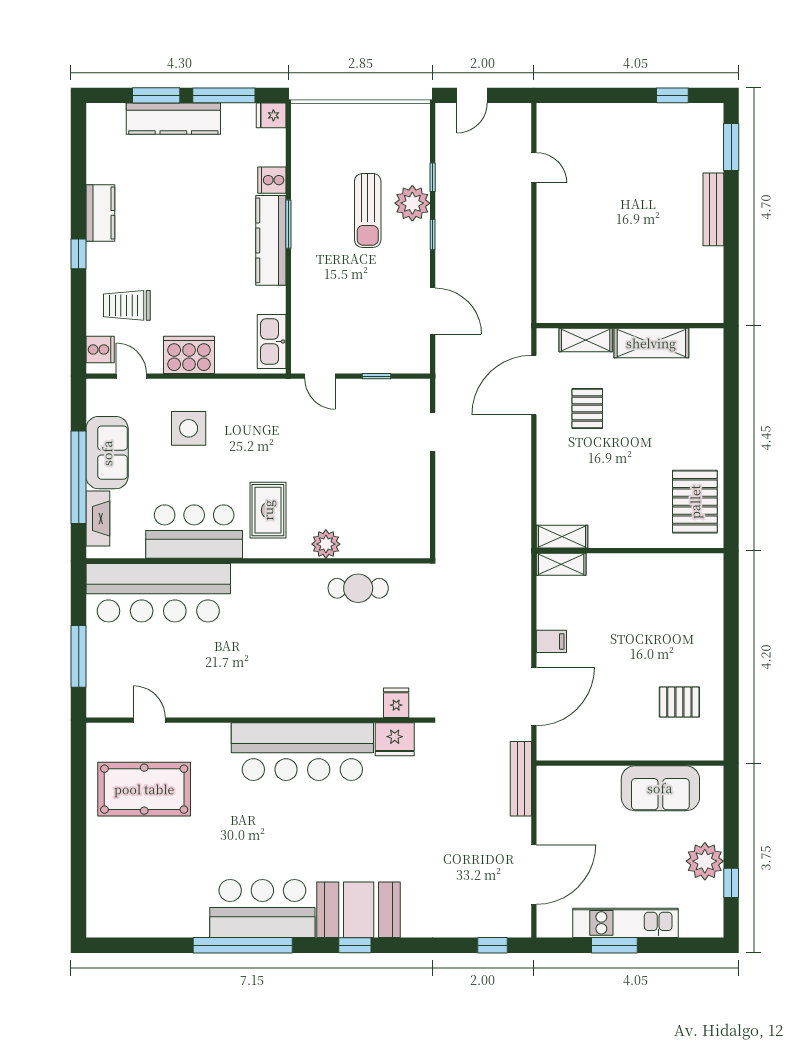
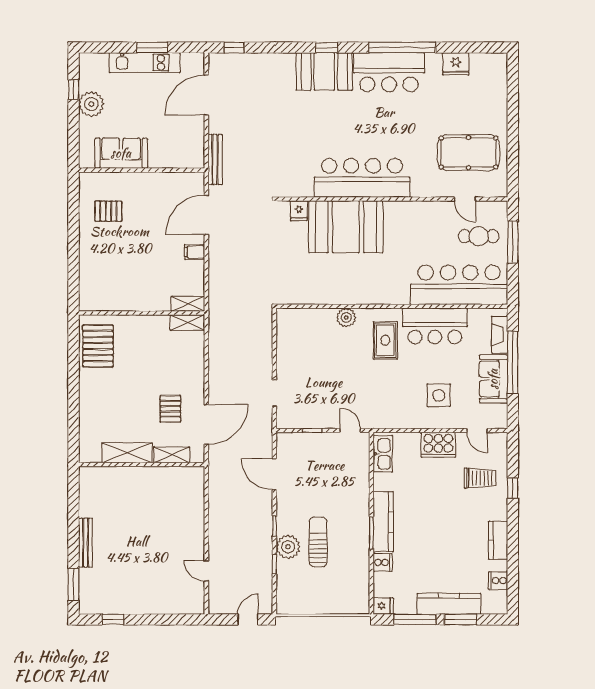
window: (79, 254) -> (513, 488), moved
cooker: (100, 349) -> (498, 581), moved
cafe table: (358, 588) -> (479, 236), moved
booth: (326, 679) -> (346, 227), added
fridge: (395, 739) -> (456, 64), moved, turned 180

